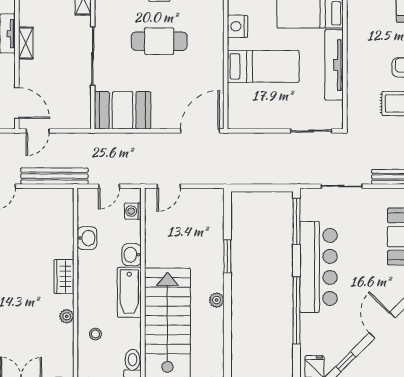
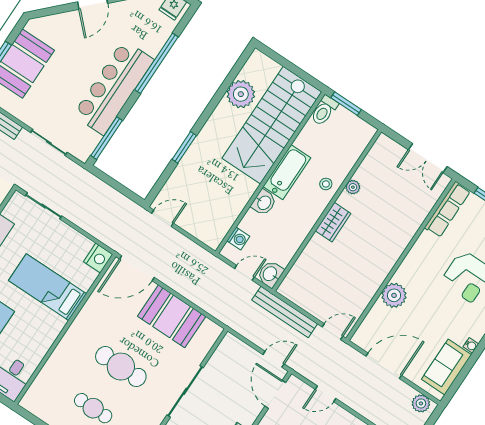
nightstand: (238, 26) -> (98, 258), moved
booth: (123, 110) -> (172, 316), moved
door: (169, 186) -> (163, 218), moved
washbasin: (87, 238) -> (270, 274), moved
plant: (217, 300) -> (241, 94), moved, width x1.88, depth x1.88
stool: (95, 334) -> (326, 184), moved

